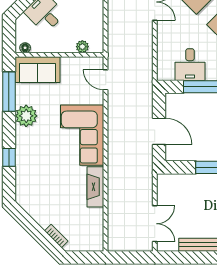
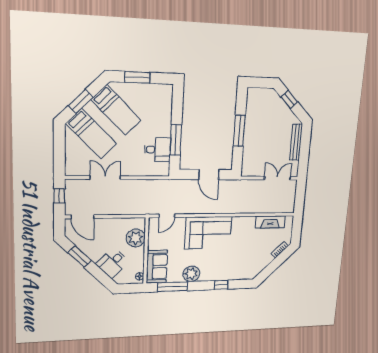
plant: (82, 47) -> (136, 238), width x1.87, depth x1.87
door: (159, 131) -> (209, 175), swing flipped
fireplace: (95, 187) -> (270, 222), moved

